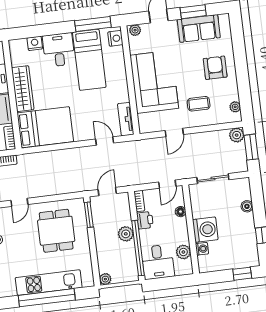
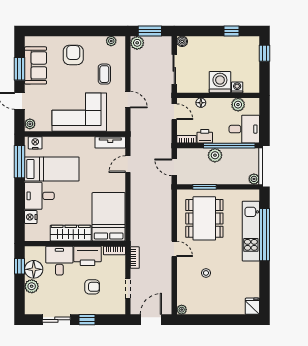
armchair: (215, 68) -> (73, 55), turned 90
boiler: (247, 206) -> (182, 41), moved
window: (89, 215) -> (204, 187), moved
dining table: (56, 231) -> (204, 218), width x1.37

